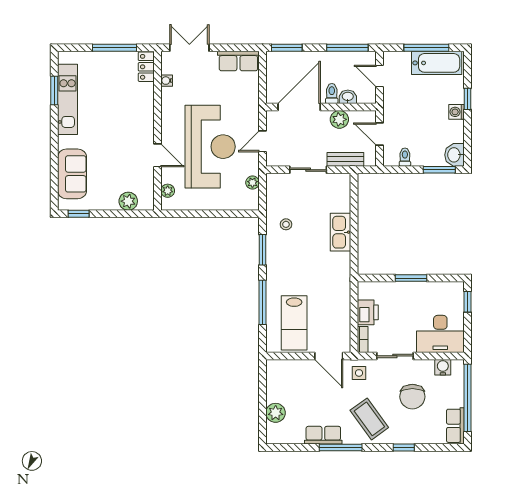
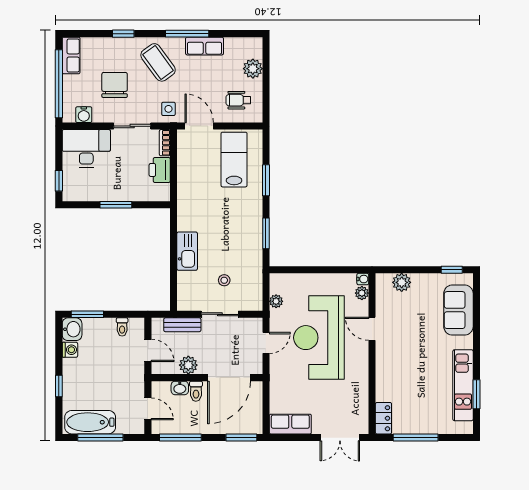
water cooler: (167, 81) -> (363, 279), moved
washing machine: (457, 112) -> (70, 350), moved
stool: (286, 224) -> (224, 280), moved
window: (263, 302) -> (266, 180), width x0.69
wheelchair: (290, 382) -> (238, 100), added

